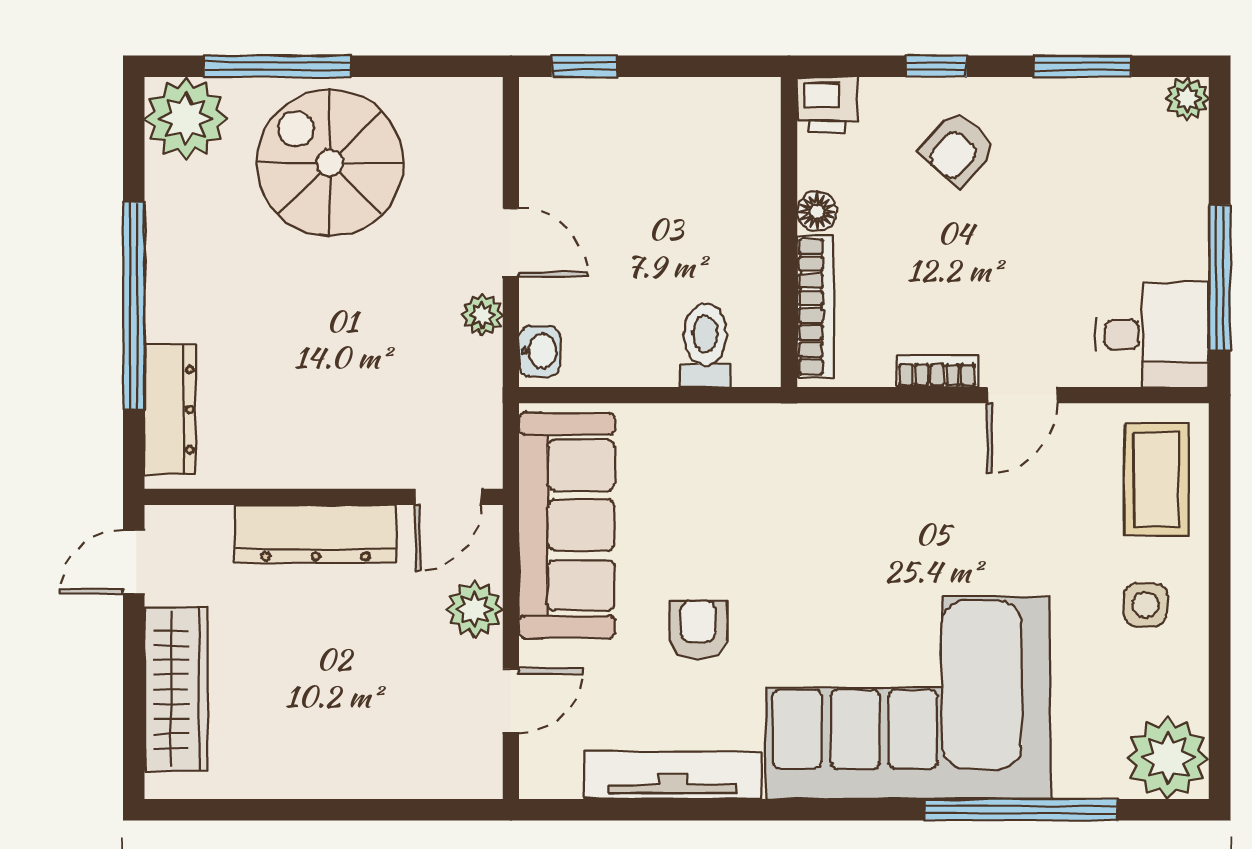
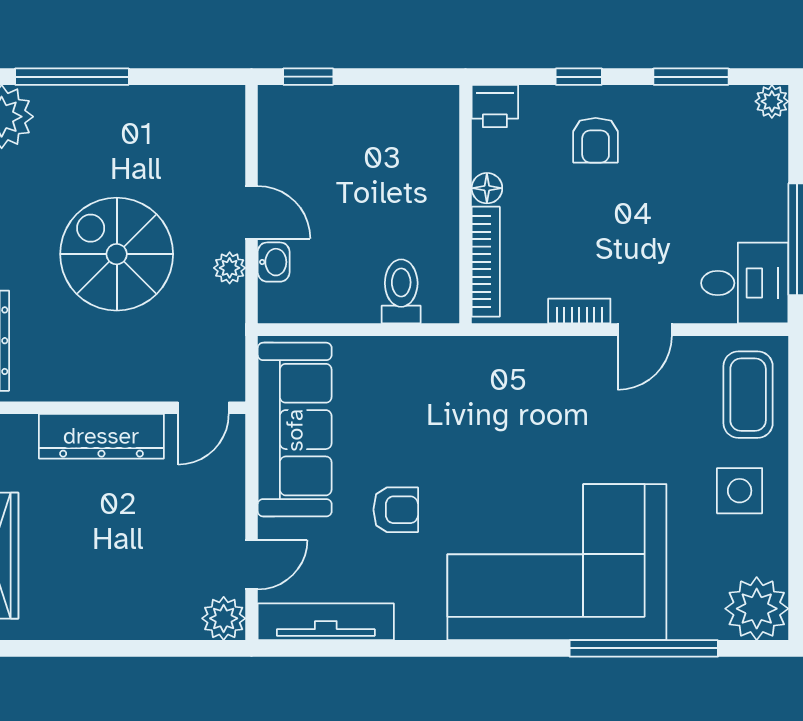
armchair: (958, 149) -> (596, 140), turned -42
spiral stairs: (330, 163) -> (117, 254), moved
washbasin: (540, 351) -> (274, 262), moved
side table: (1145, 605) -> (740, 491), width x1.37, depth x1.37
plant: (475, 609) -> (224, 618), moved
armchair: (698, 629) -> (396, 510), turned 90
tv unit: (673, 775) -> (326, 622), moved

